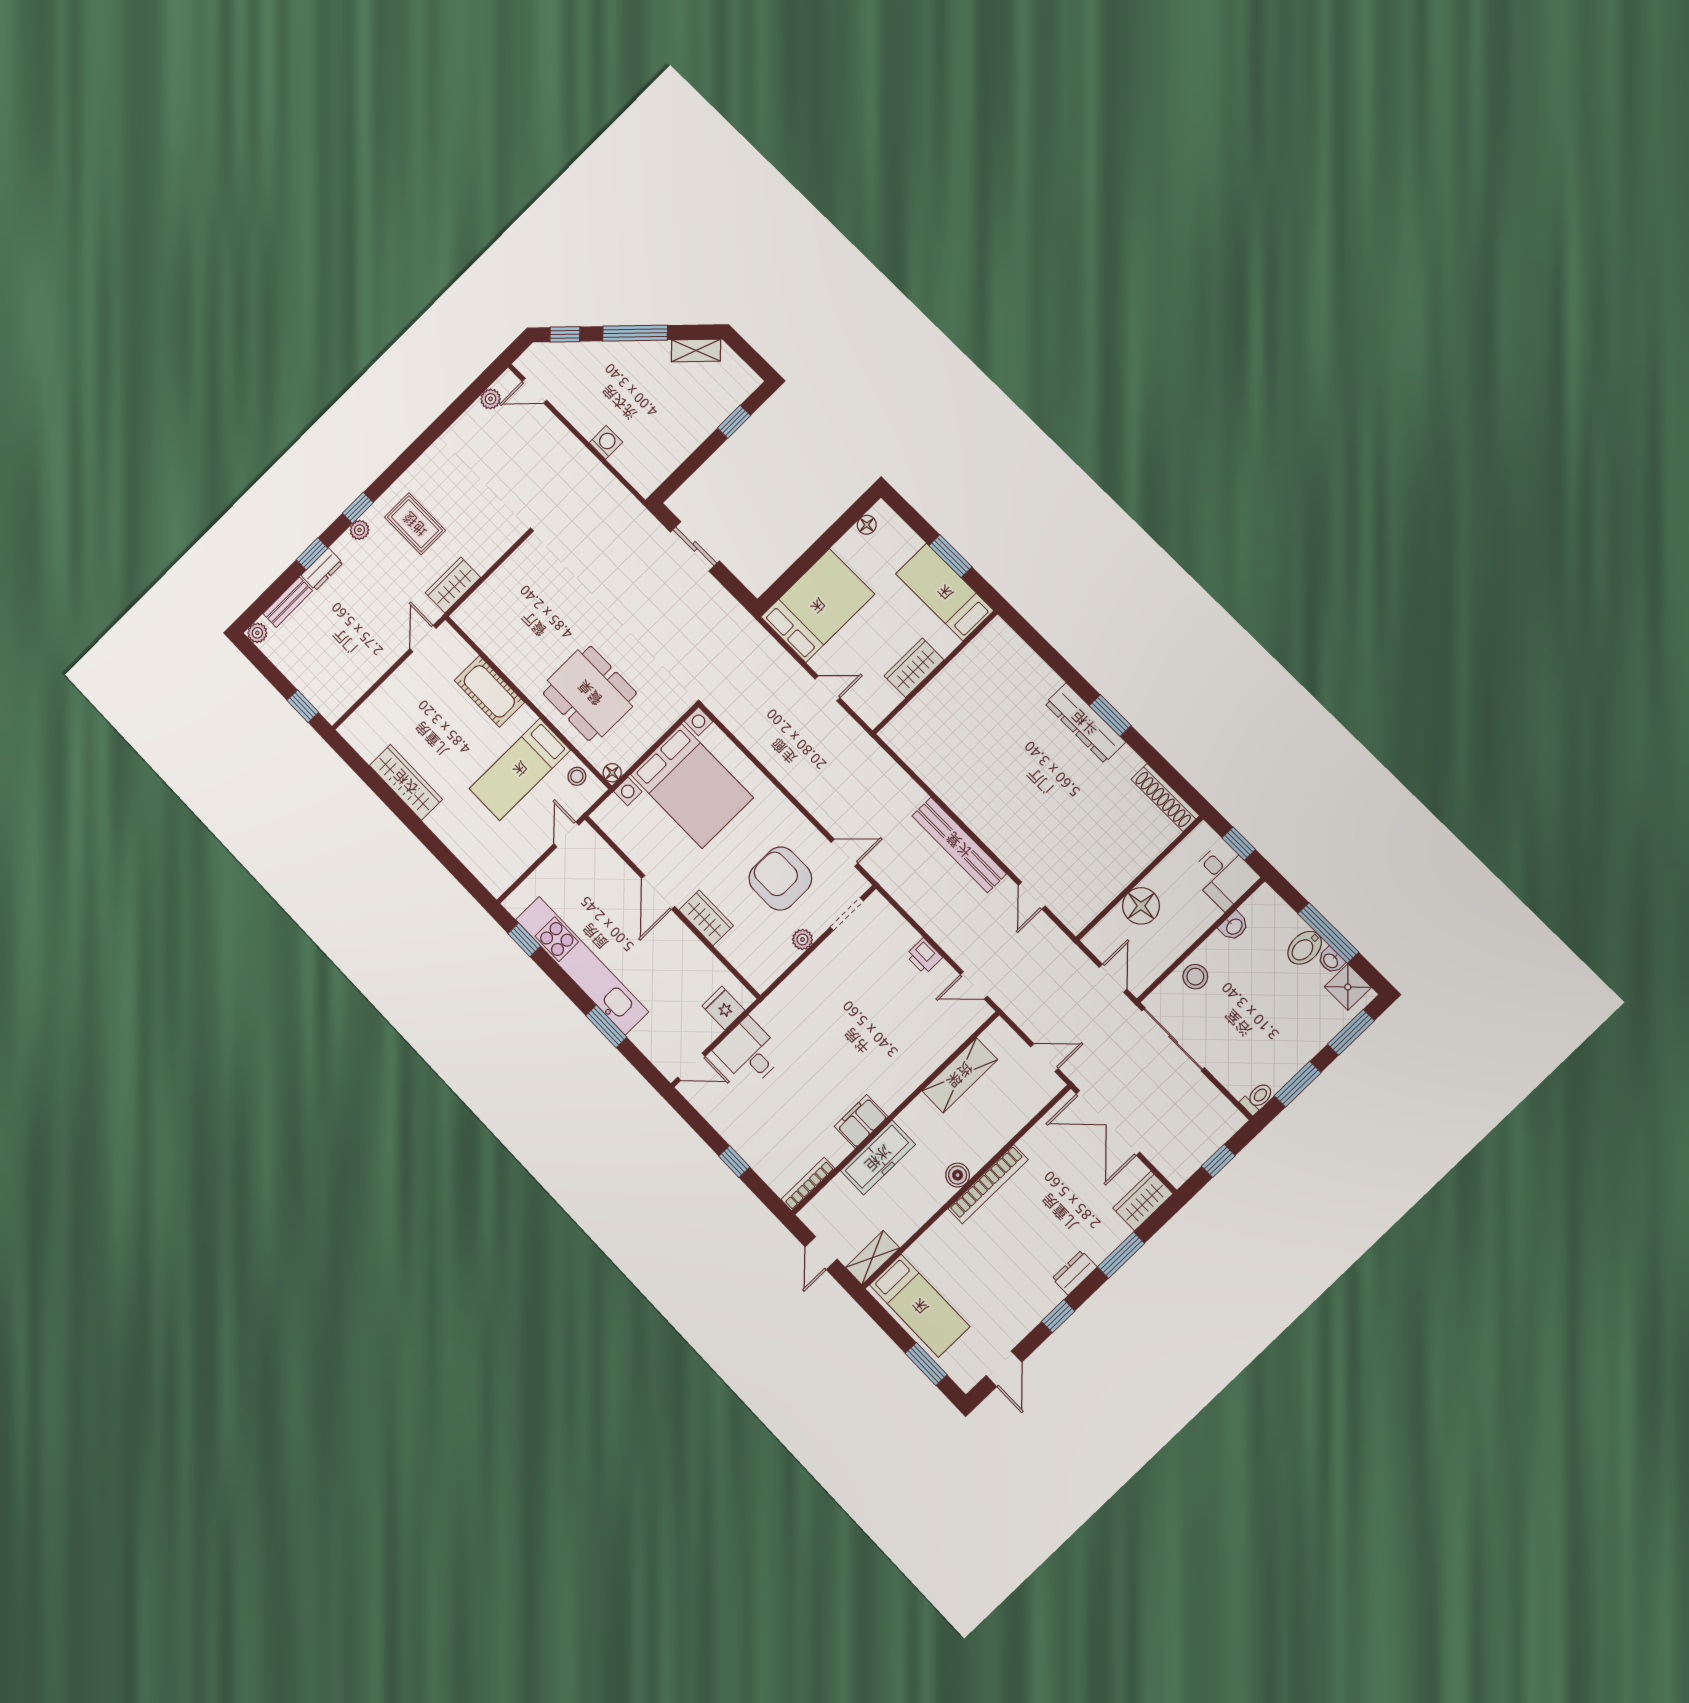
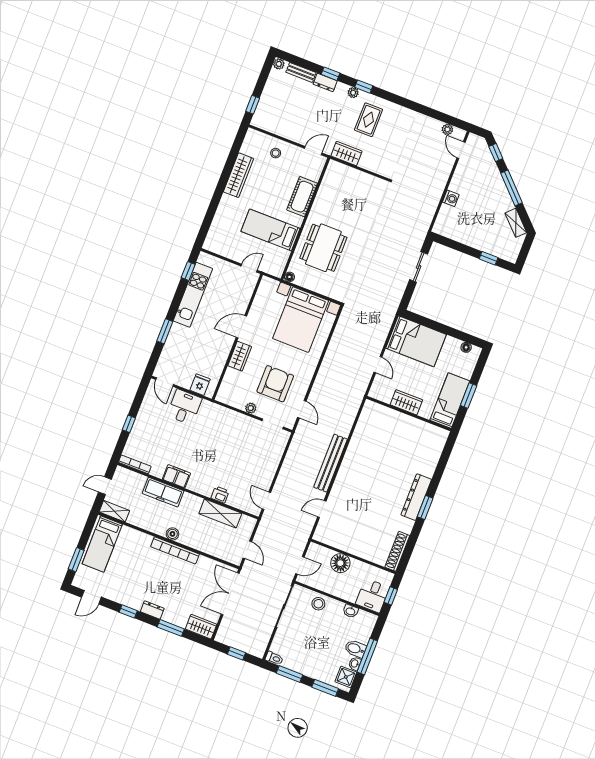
stool: (577, 776) -> (276, 153), moved
printer: (924, 956) -> (220, 495), moved, turned 90
kitchen unit: (582, 966) -> (193, 295), width x0.73

